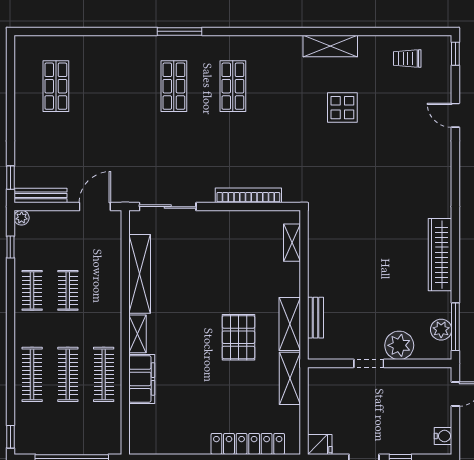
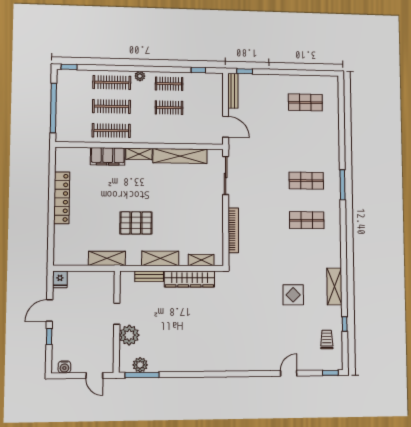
window: (385, 31) -> (345, 324), added
plant: (22, 218) -> (140, 76), moved
wardrobe: (440, 255) -> (189, 279), moved, turned 180
shelving: (290, 324) -> (160, 258), moved
locker: (248, 444) -> (62, 198), moved

